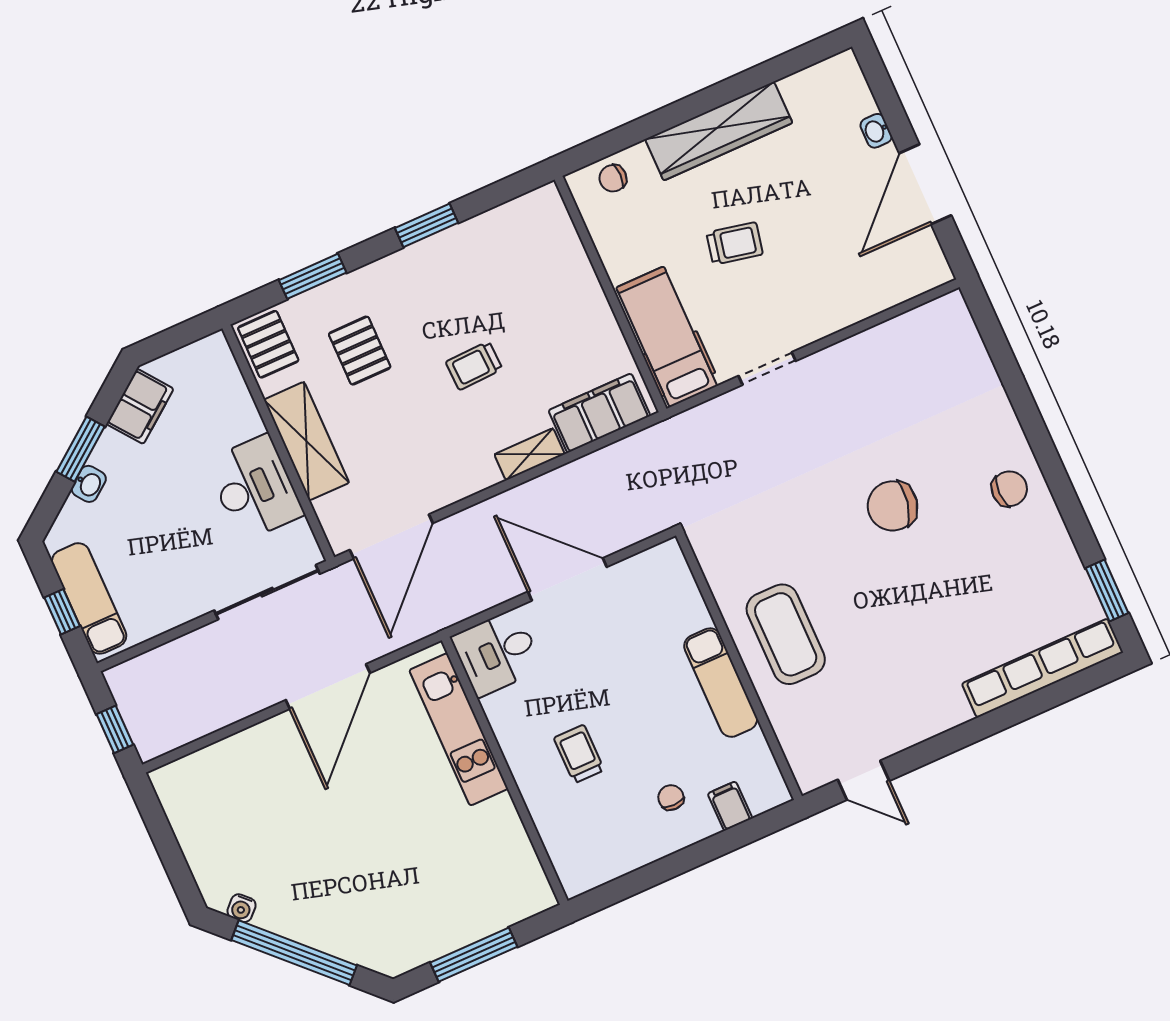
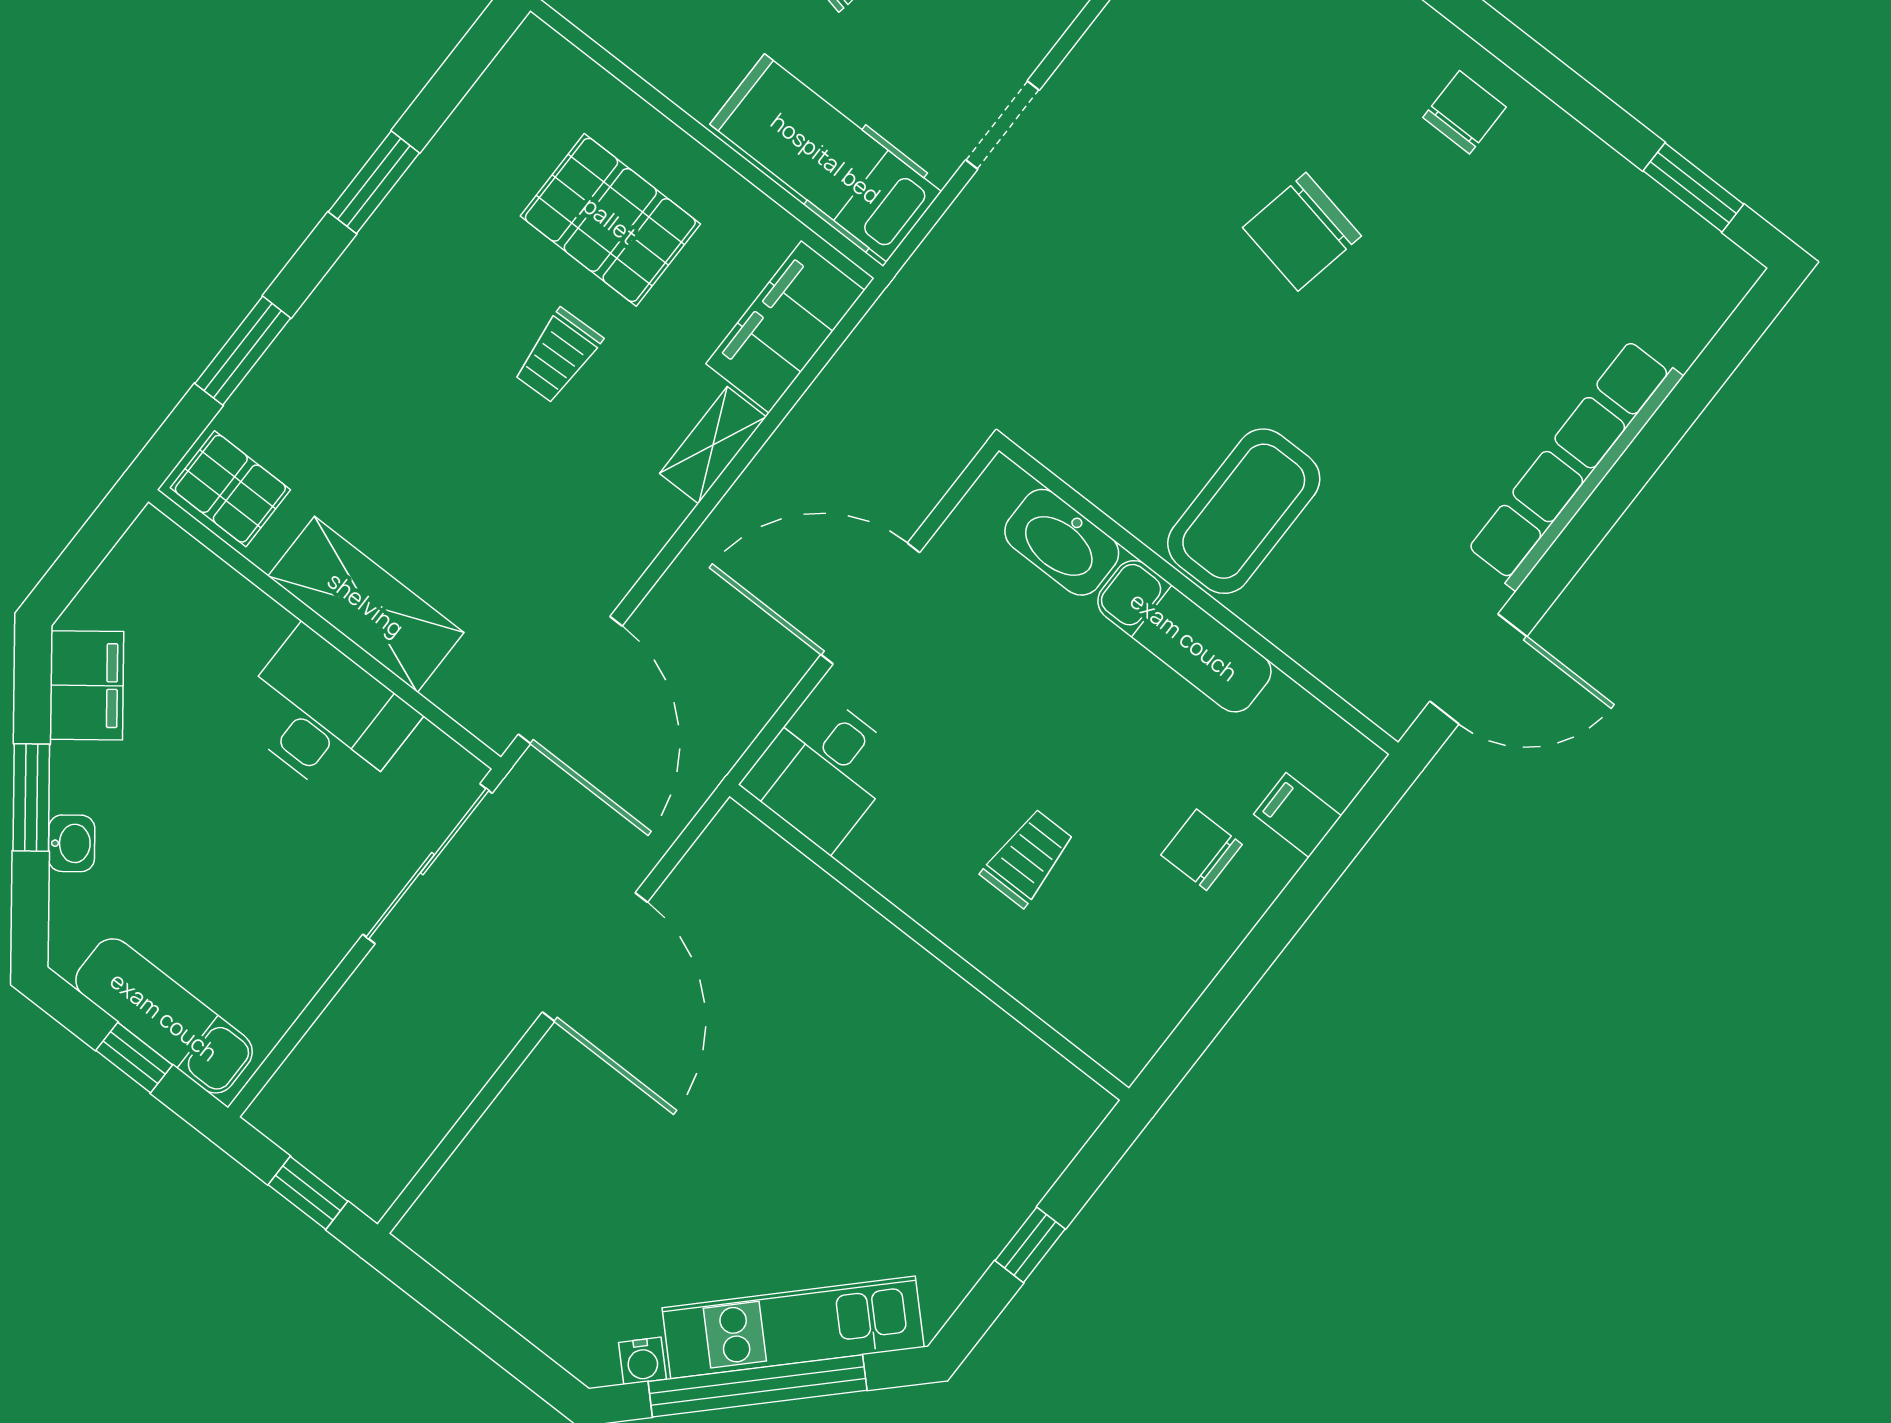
pallet: (360, 351) -> (610, 220), moved, width x1.50, depth x1.42
washbasin: (683, 600) -> (1062, 542), added
coffee table: (786, 634) -> (1244, 511), turned 90
row of seats: (1042, 668) -> (1574, 464), moved
kitchen unit: (459, 729) -> (793, 1327), moved, turned 135
trolley: (579, 754) -> (1028, 858), turned 90
door: (864, 780) -> (1478, 669), width x1.38
chair: (671, 798) -> (1202, 850), width x1.37, depth x1.37
window: (474, 955) -> (1030, 1245), width x0.46

